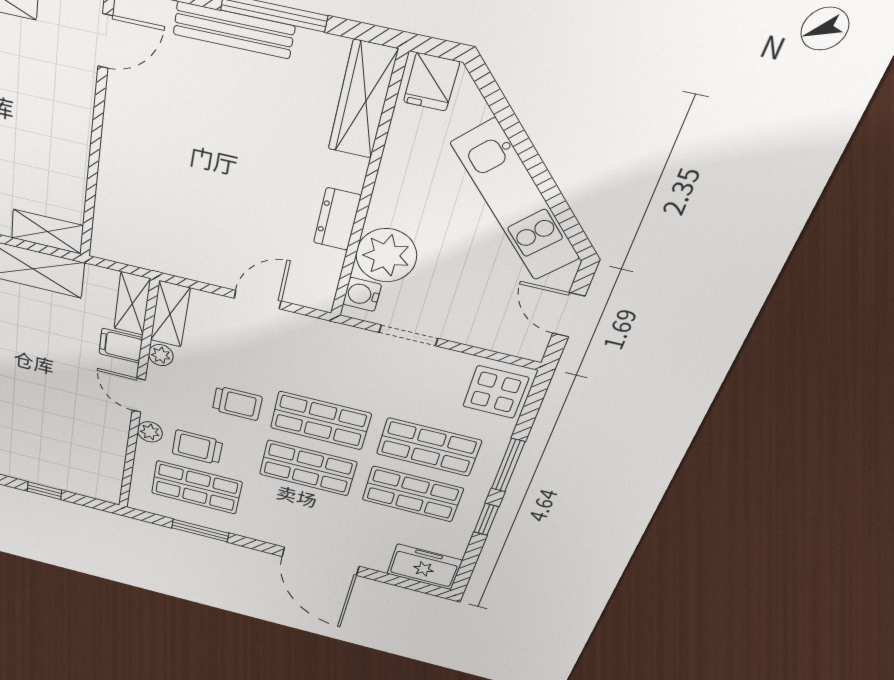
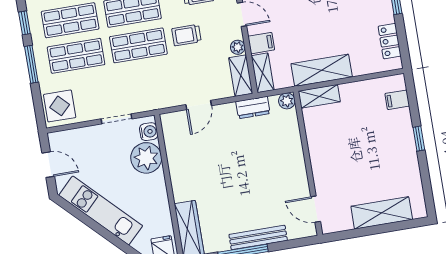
door: (105, 41) -> (316, 209), hinge flipped
dresser: (337, 219) -> (253, 107), moved, turned 90
plant: (104, 246) -> (287, 101), added

